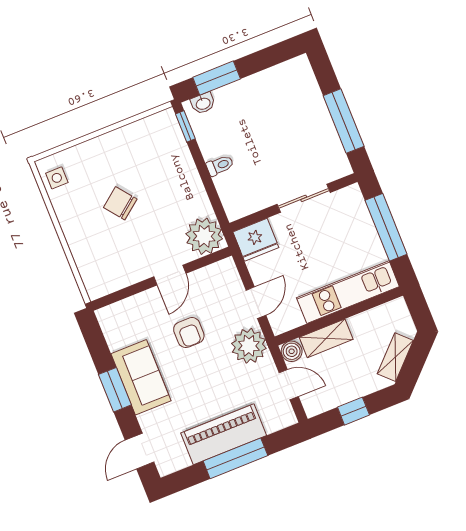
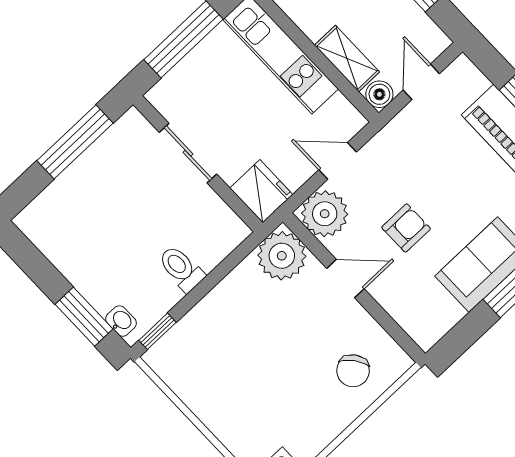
toilet: (220, 165) -> (181, 269), width x1.37, depth x1.39
chair: (120, 203) -> (353, 371), moved
plant: (249, 346) -> (325, 214), moved

